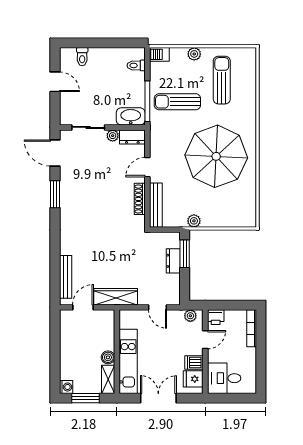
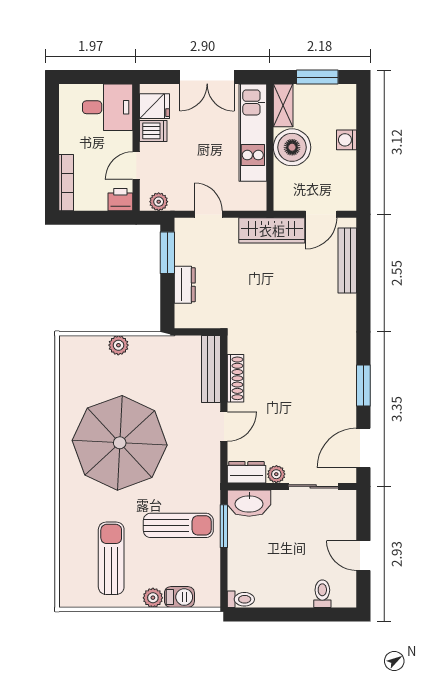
barbecue: (159, 54) -> (179, 597), moved
toilet: (136, 65) -> (241, 599), moved
sun lounger: (222, 80) -> (111, 558), turned 180
window: (147, 101) -> (224, 526), width x0.69
door: (55, 153) -> (363, 448), swing flipped
plant: (194, 221) -> (118, 345), moved
window: (185, 254) -> (167, 253), moved
boiler: (108, 357) -> (292, 147), width x1.86, depth x1.86
washing machine: (66, 387) -> (347, 140), moved

